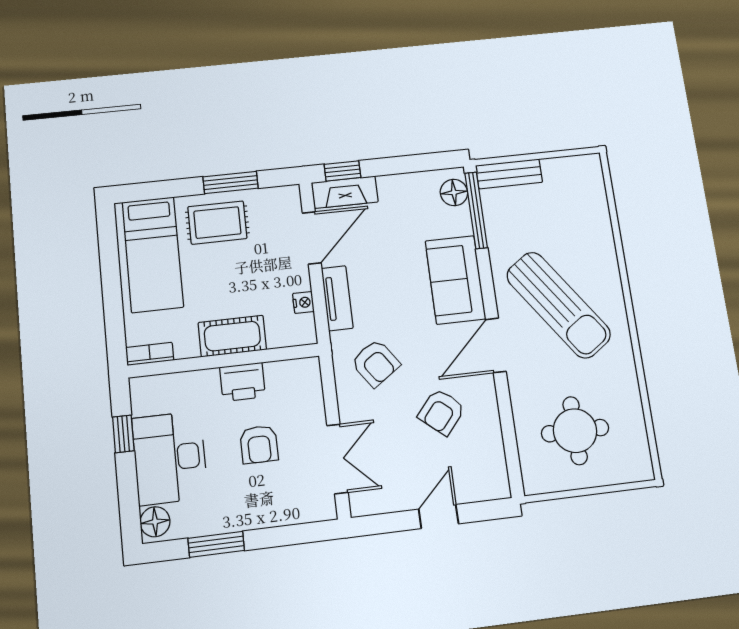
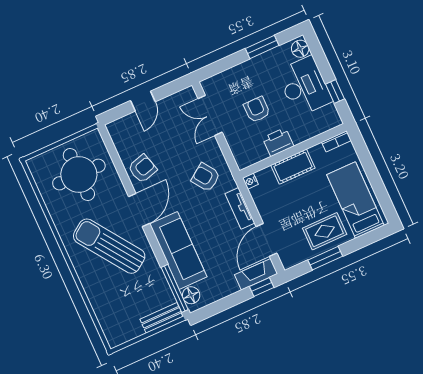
sofa: (455, 280) -> (178, 250), width x1.36
nightstand: (303, 302) -> (250, 181), moved
armchair: (441, 412) -> (142, 169), moved, turned 34
round table: (575, 431) -> (79, 175), width x1.36, depth x1.36

